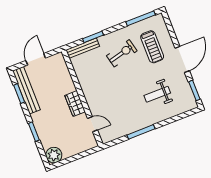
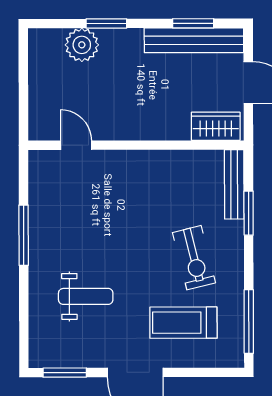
weight bench: (157, 94) -> (86, 296), turned 90
wardrobe: (75, 104) -> (216, 126), moved
door: (93, 124) -> (76, 145), swing flipped
plant: (54, 155) -> (82, 45), moved

